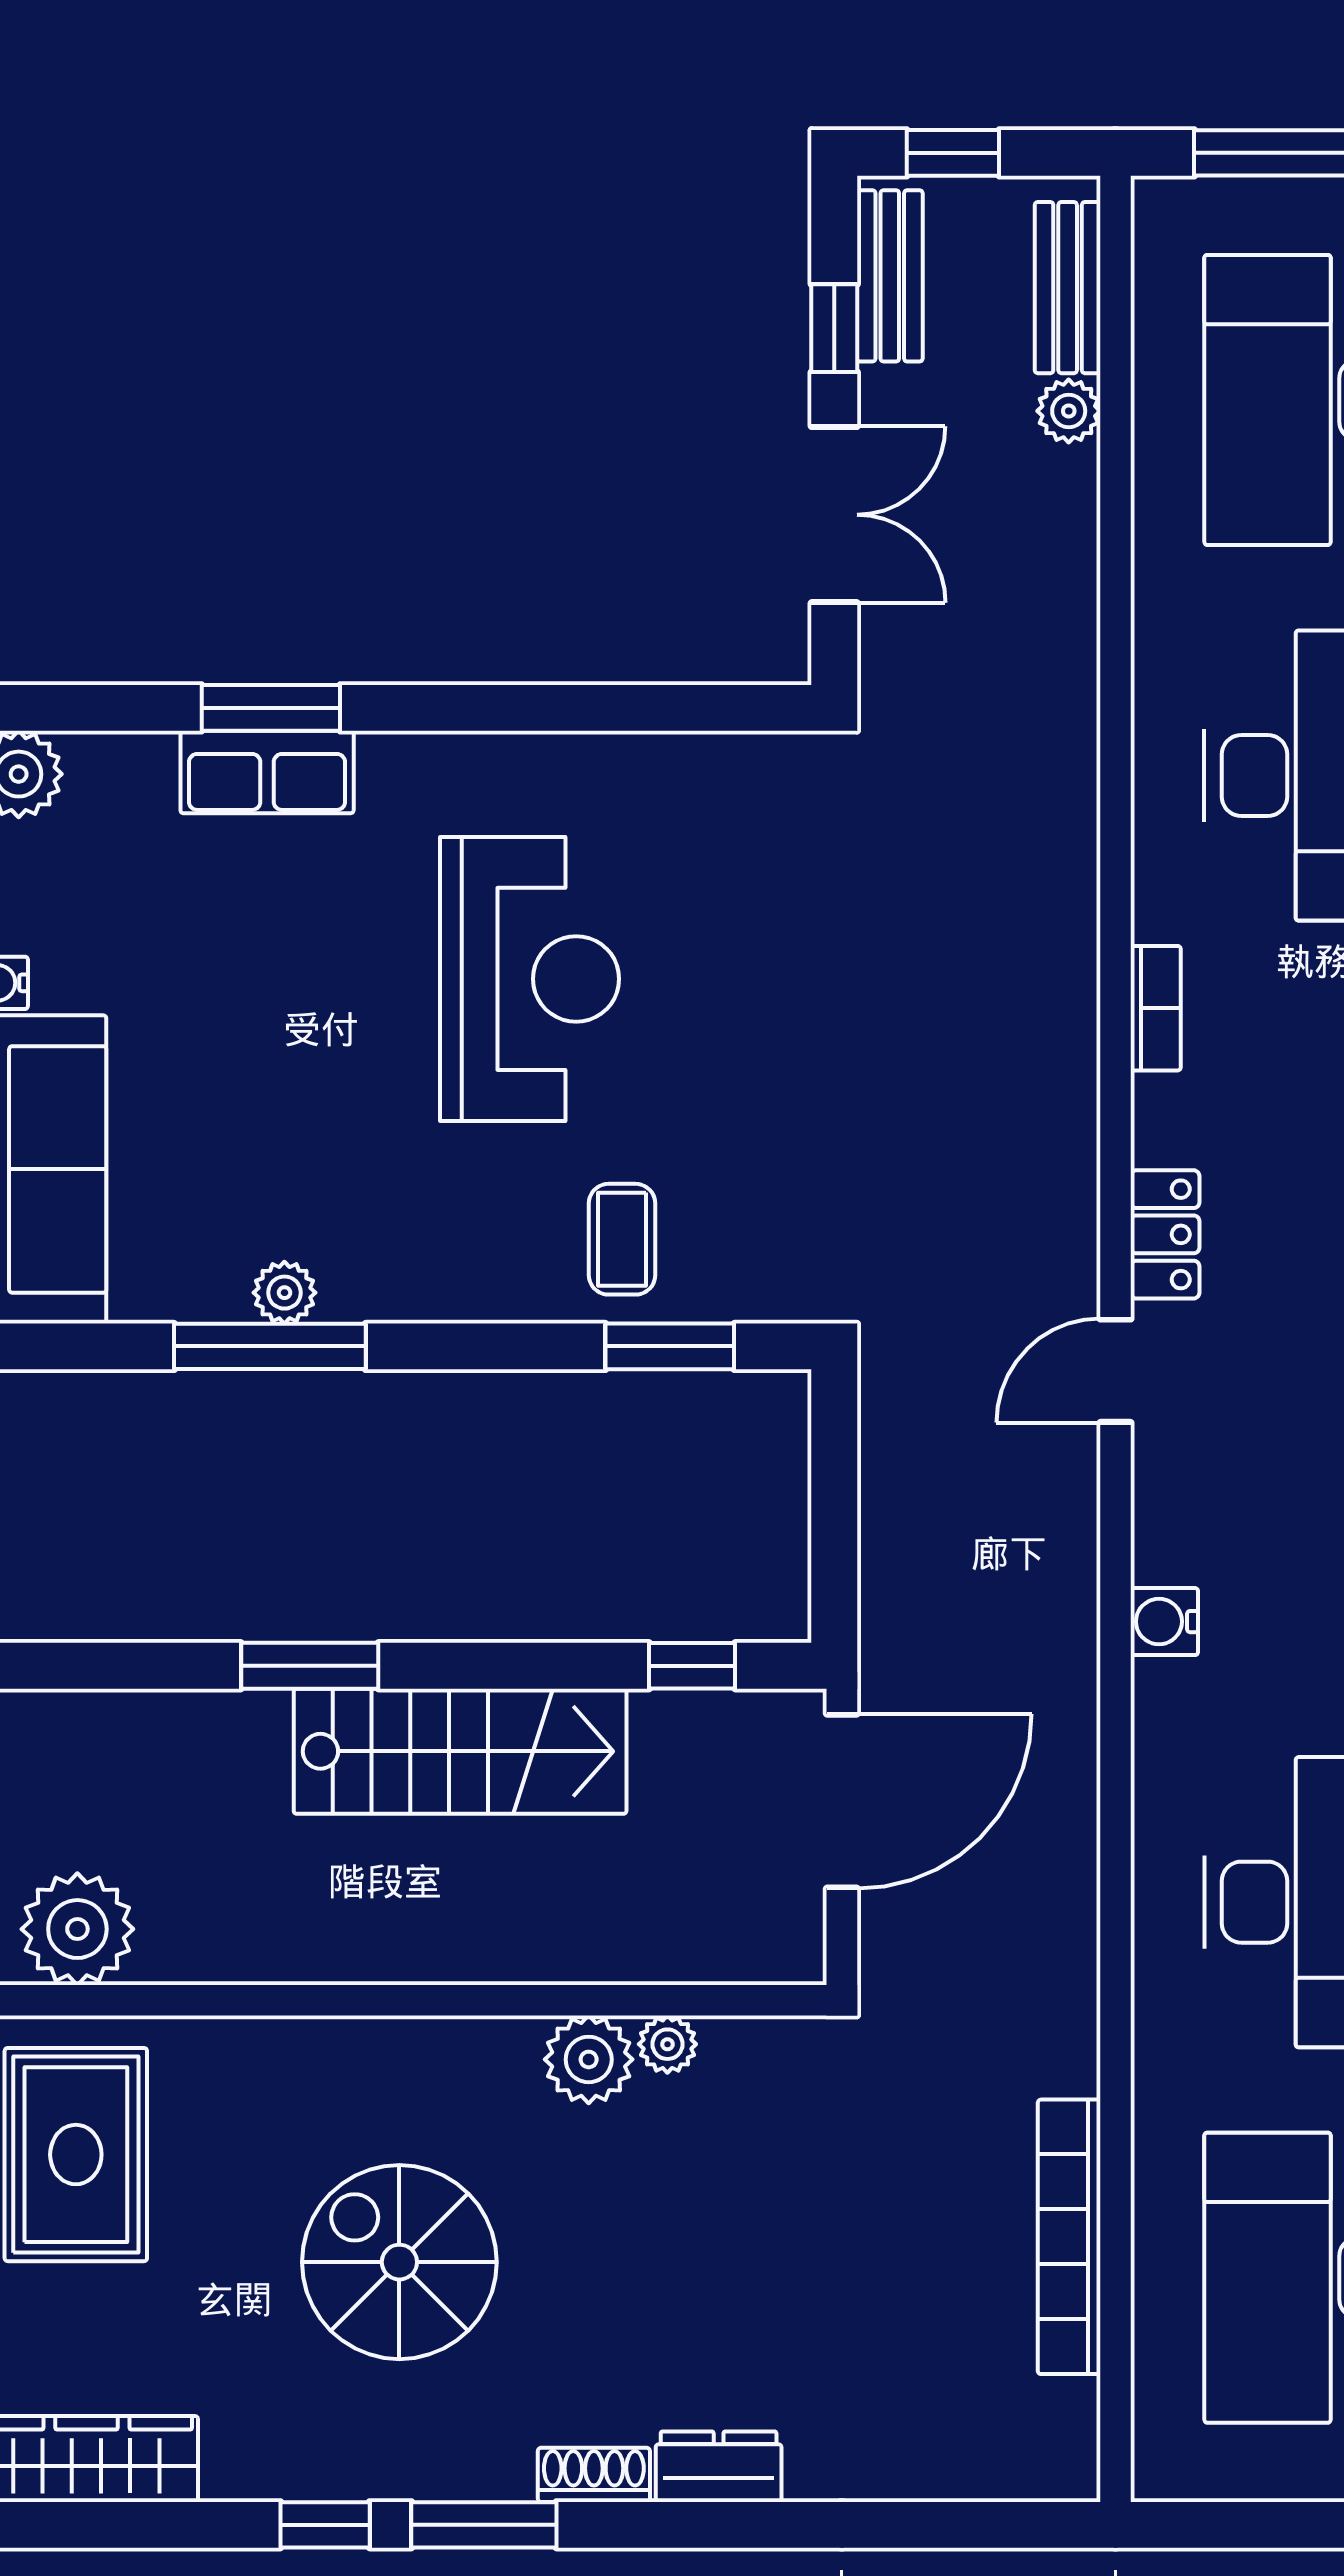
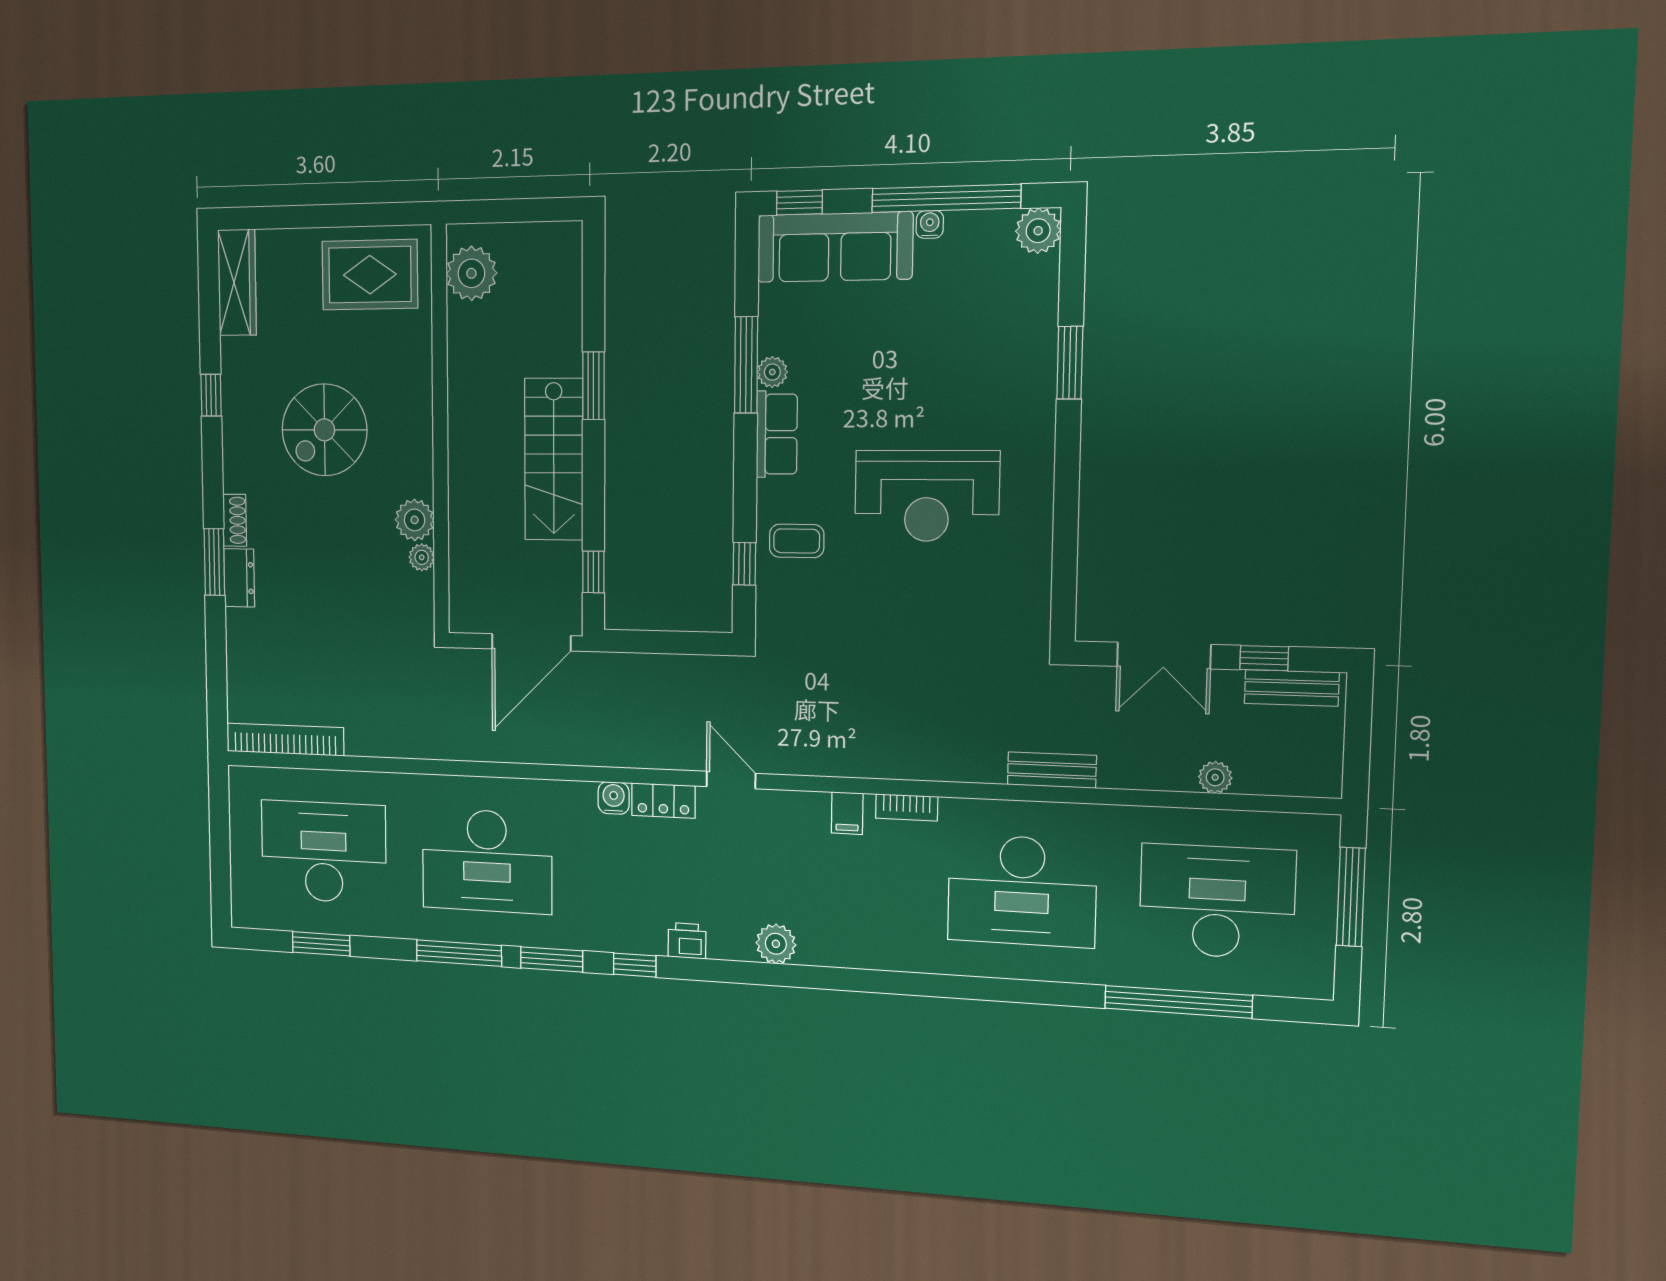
window: (953, 153) -> (1358, 723), removed
bench: (1068, 288) -> (1052, 770), moved
row of seats: (267, 772) -> (777, 434), moved, turned 180
filing cabinet: (1173, 1129) -> (847, 813), added
locker: (1165, 1234) -> (663, 801), moved
window: (670, 1346) -> (744, 564), width x0.67
door: (842, 1801) -> (531, 642), hinge flipped
bookcase: (1069, 2237) -> (285, 739), moved
spiral stairs: (399, 2262) -> (324, 430), turned 180
window: (484, 2525) -> (214, 562), moved

